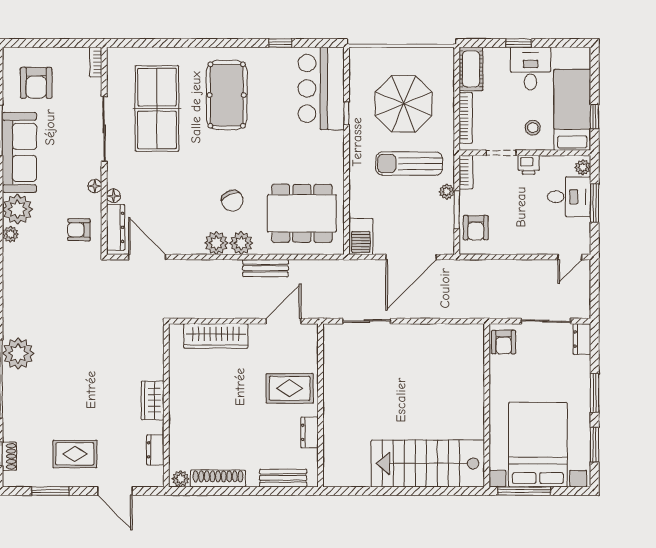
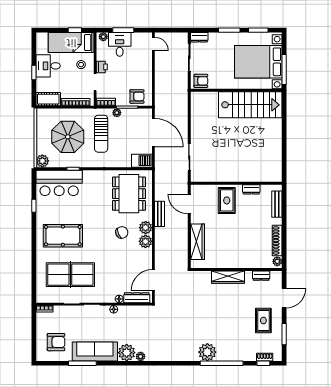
plant: (360, 58) -> (42, 161), added
armchair: (79, 230) -> (138, 318), removed
wardrobe: (153, 400) -> (228, 277), width x1.50
stairs: (428, 463) -> (250, 105), moved, turned -90

